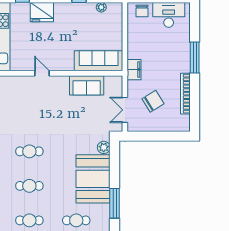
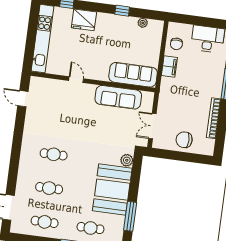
chair: (142, 11) -> (176, 44), moved
filing cabinet: (134, 70) -> (169, 67), moved
sofa: (87, 85) -> (118, 97), width x1.36
chair: (153, 101) -> (184, 140), moved, turned -148

